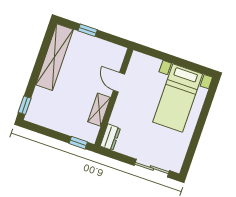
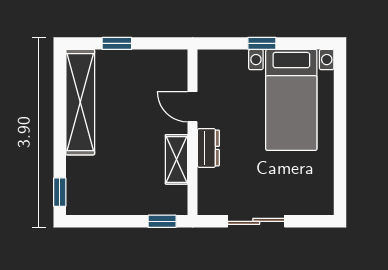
window: (172, 59) -> (262, 43), added
dresser: (110, 137) -> (208, 148), moved
sliding door: (152, 168) -> (256, 221), moved

